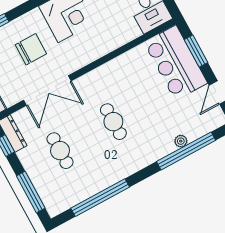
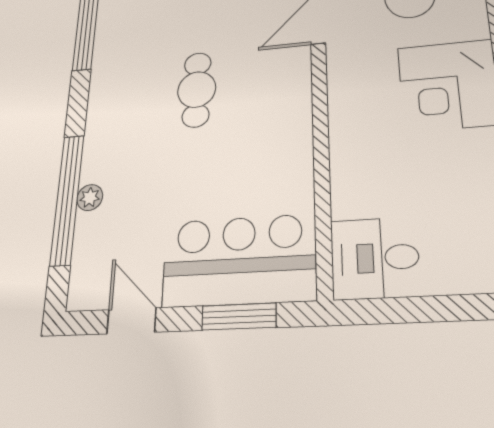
cafe table: (113, 122) -> (197, 90), turned 90

